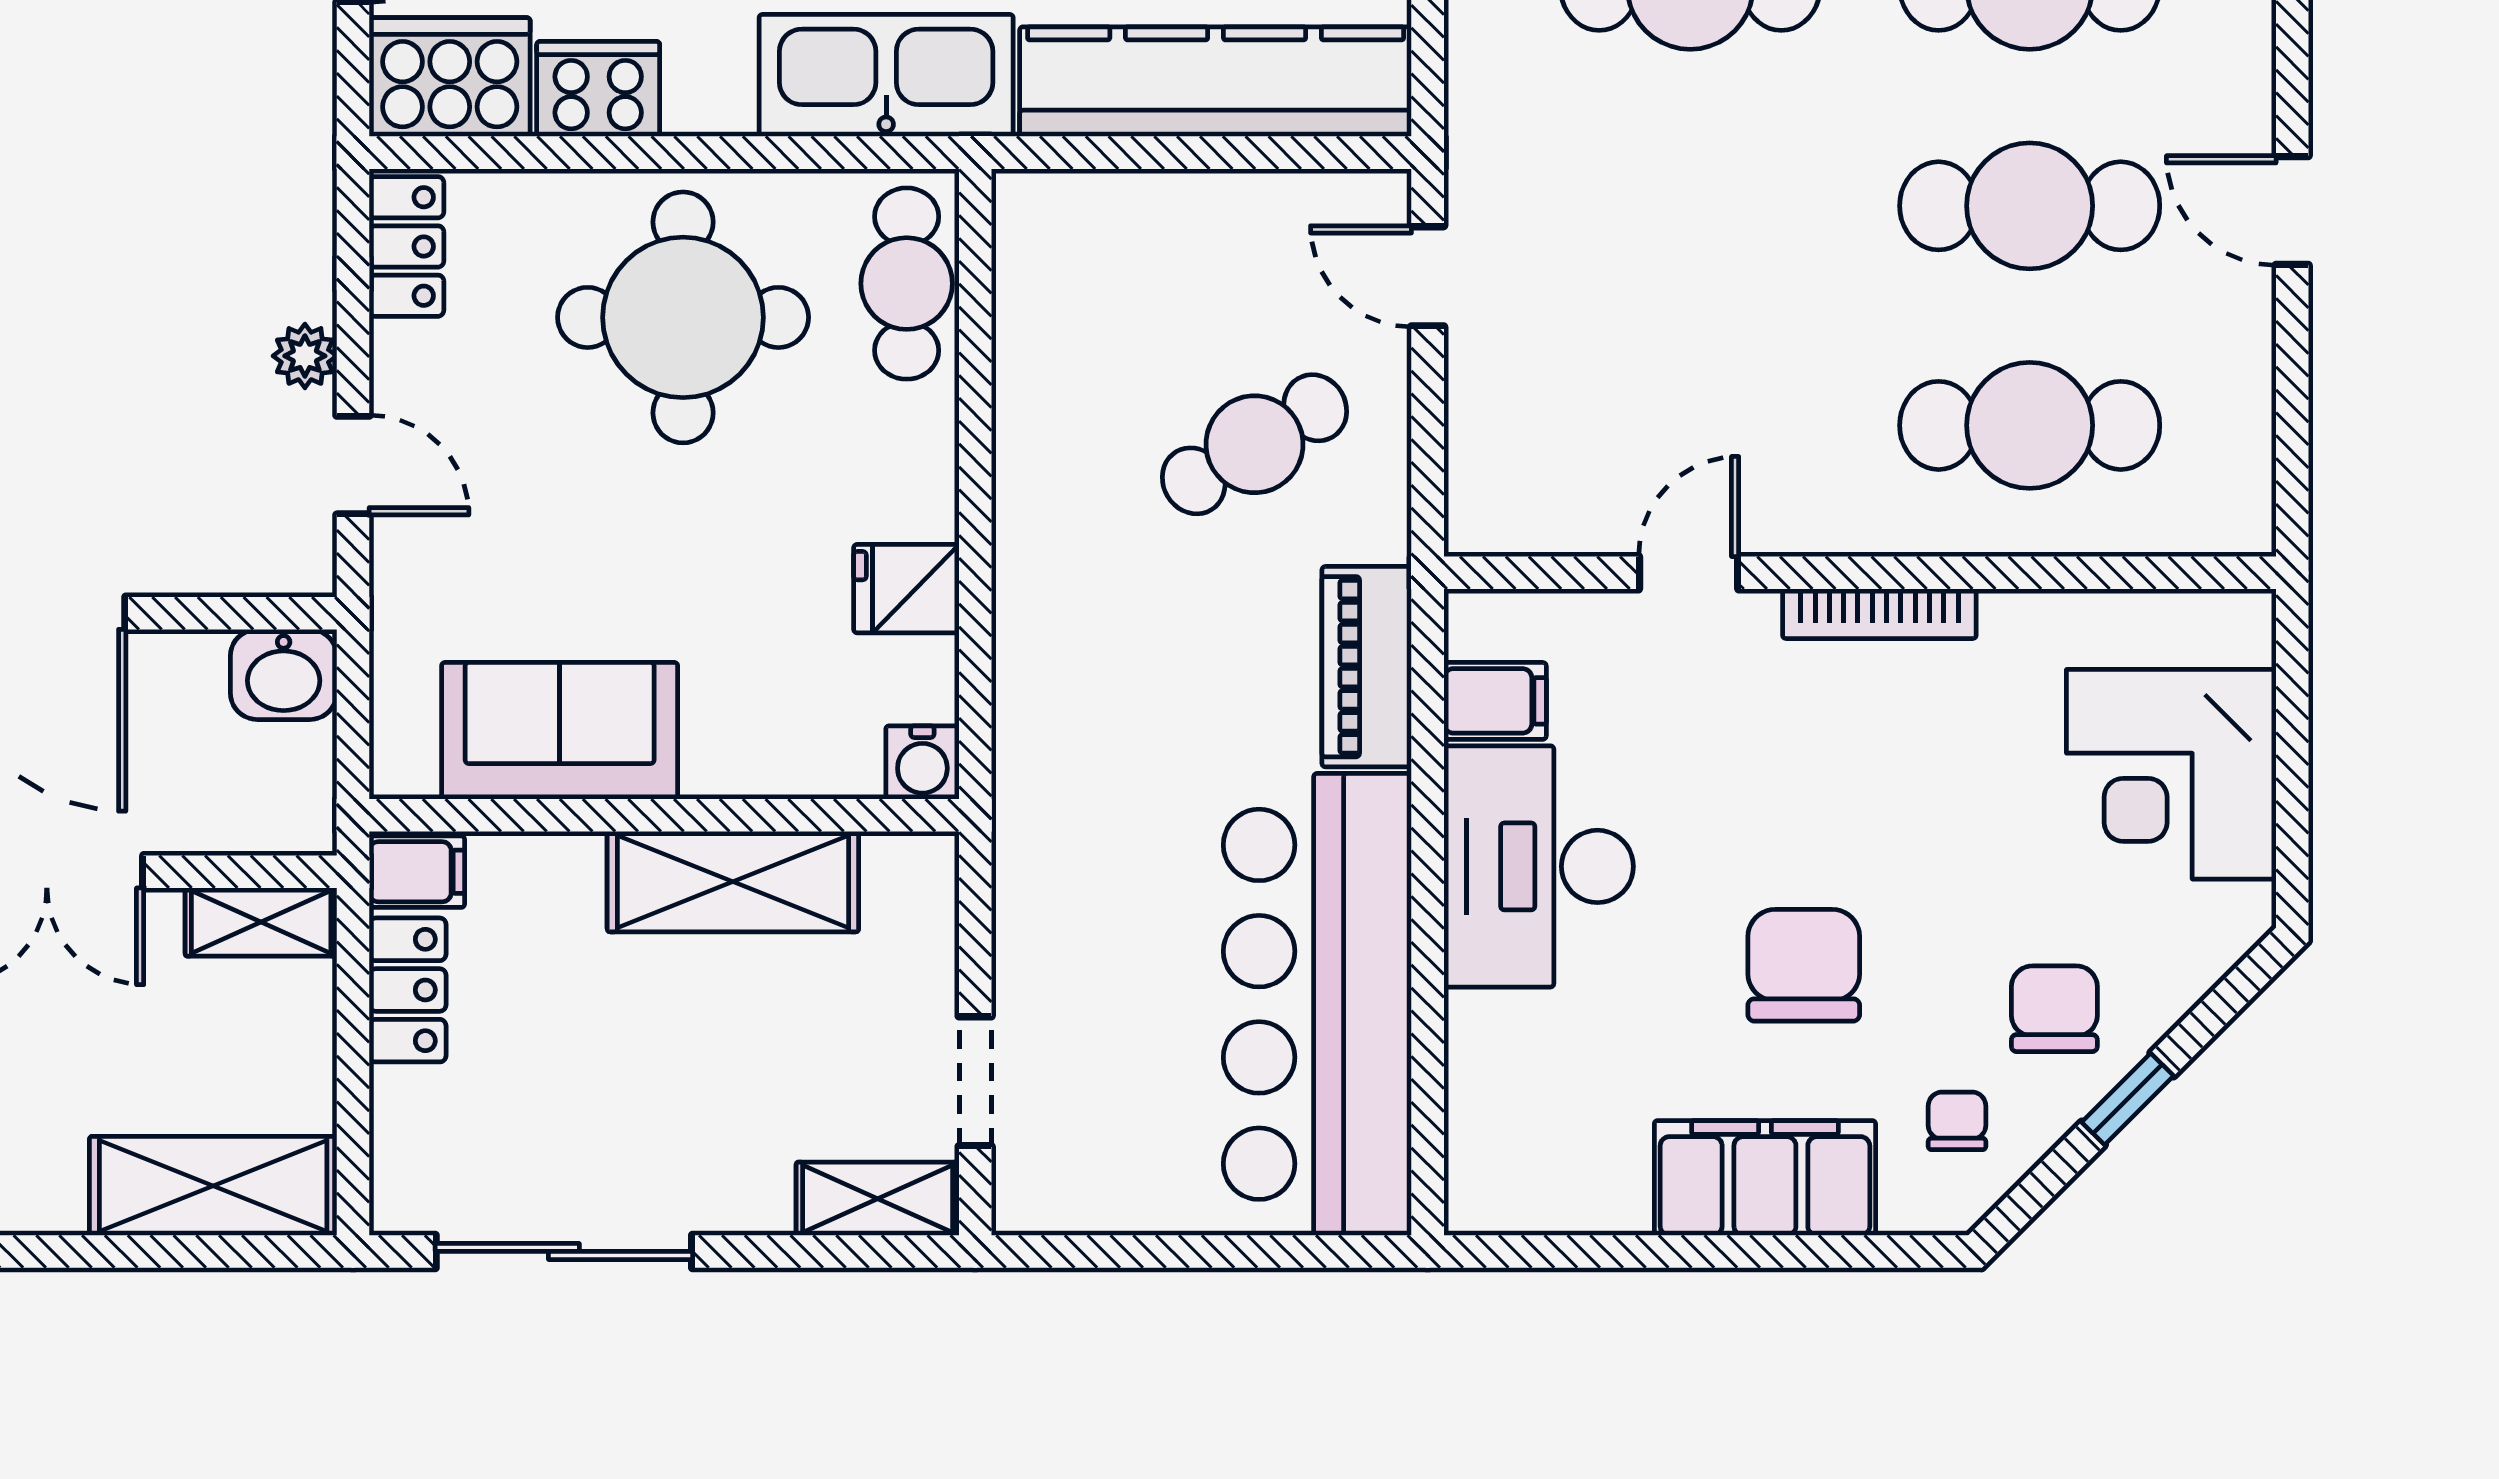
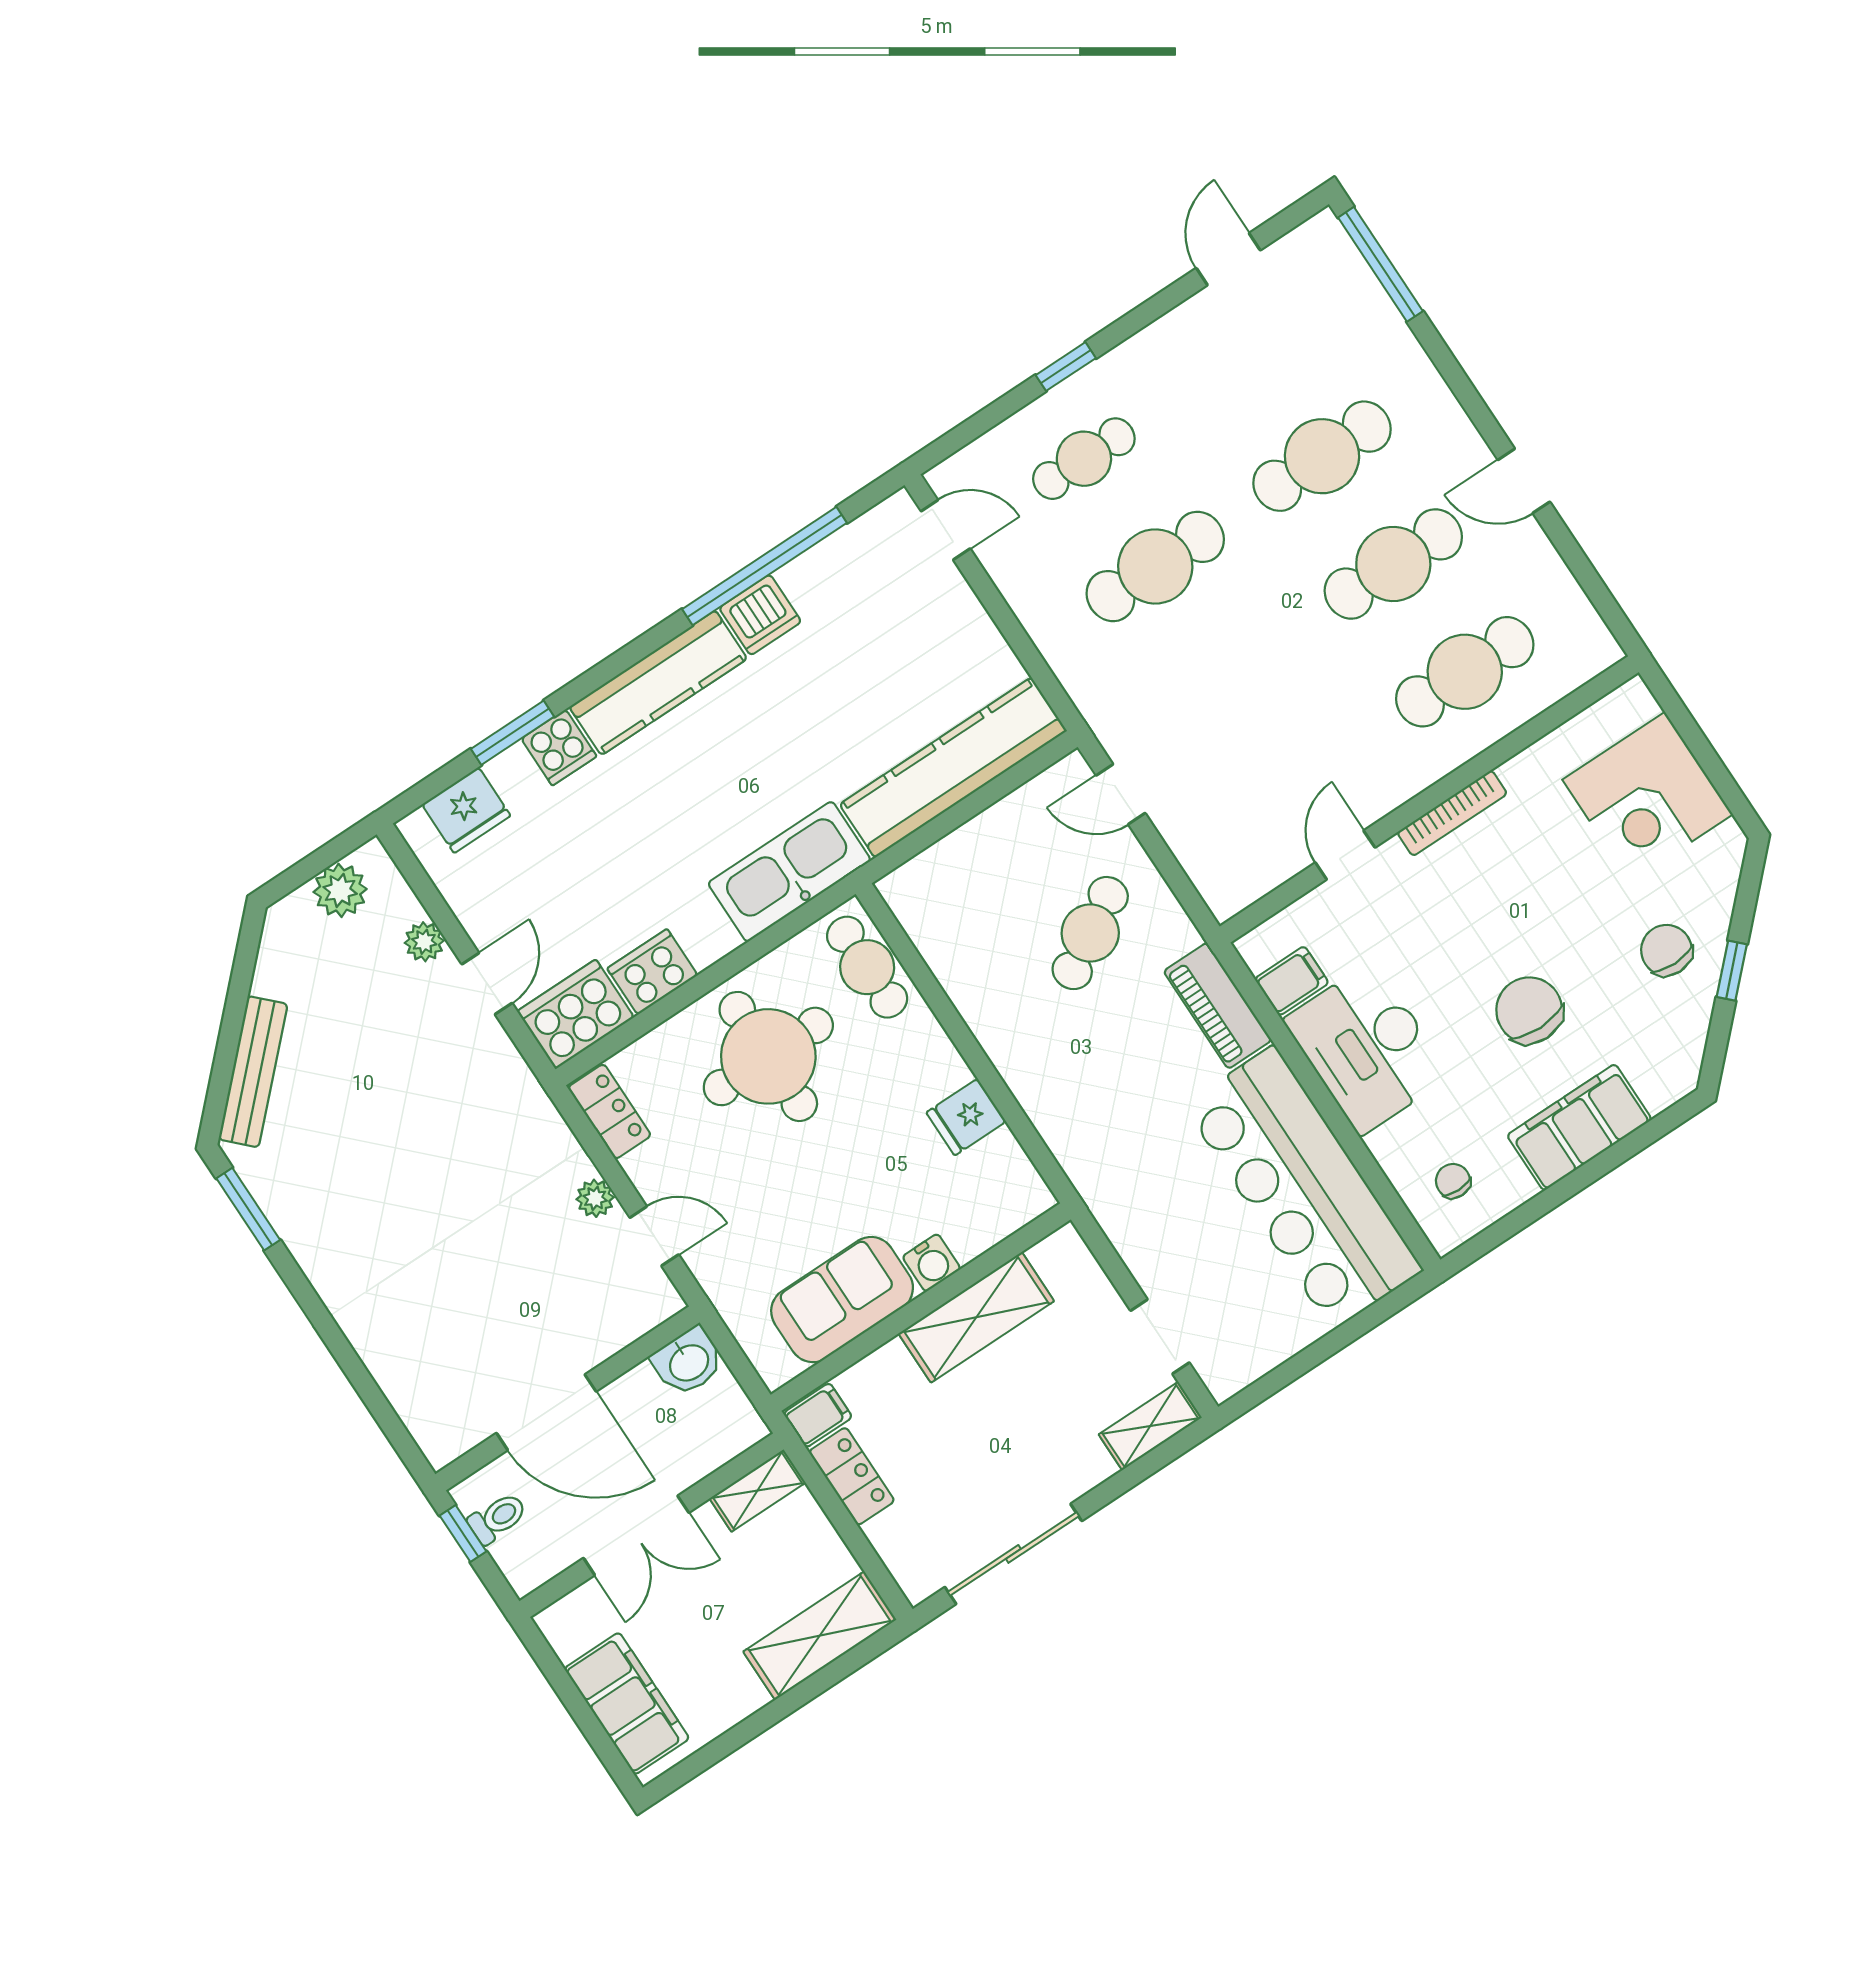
water cooler: (922, 762) -> (931, 1263), moved
chair: (1957, 1121) -> (1453, 1181), moved

